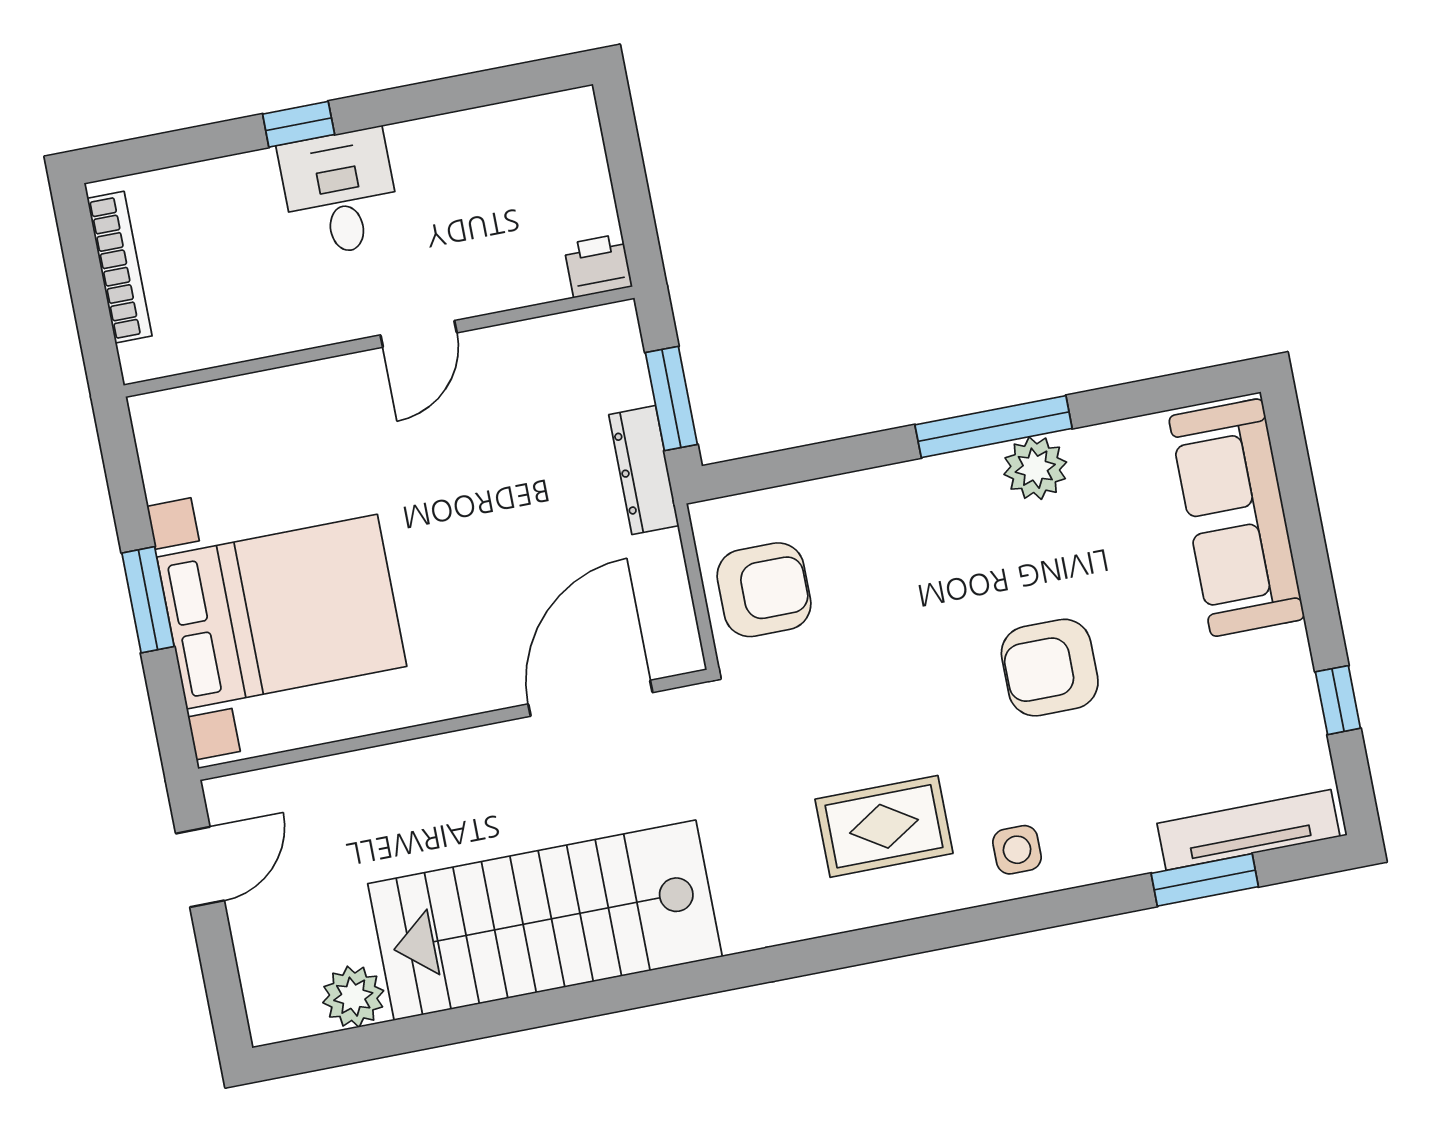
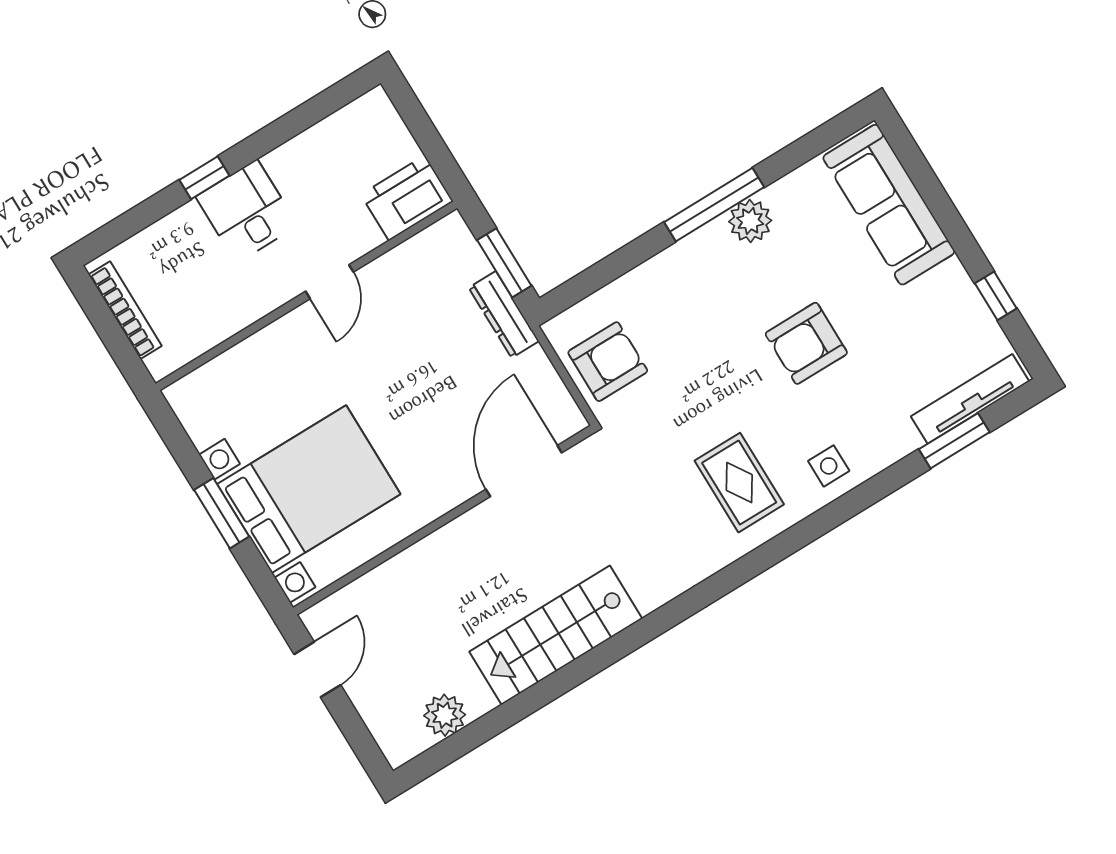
printer: (598, 266) -> (407, 198), width x1.87, depth x1.48
rug: (884, 826) -> (739, 483), turned 90
stairs: (545, 920) -> (556, 635), width x0.73, depth x0.66

